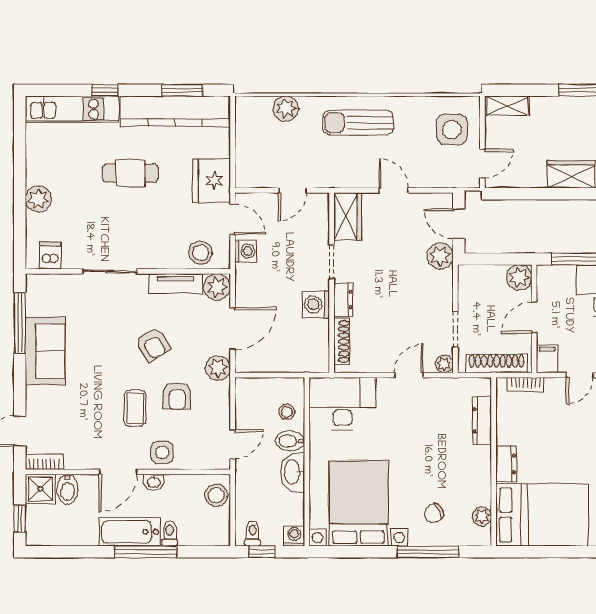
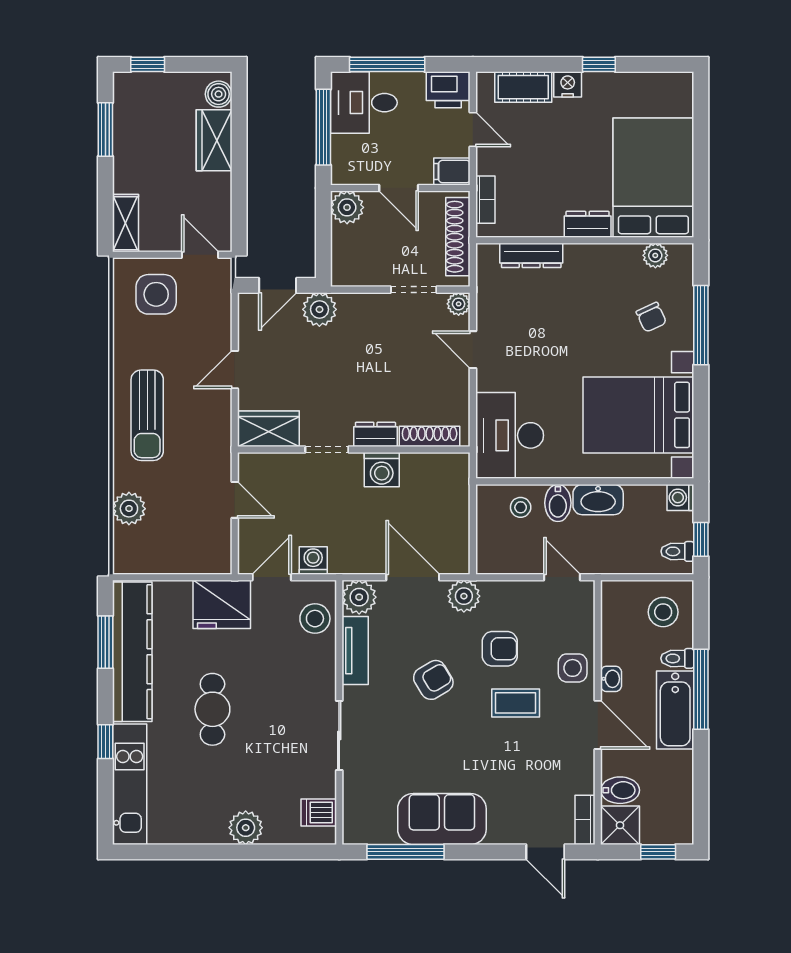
stool: (216, 495) -> (663, 612), moved

